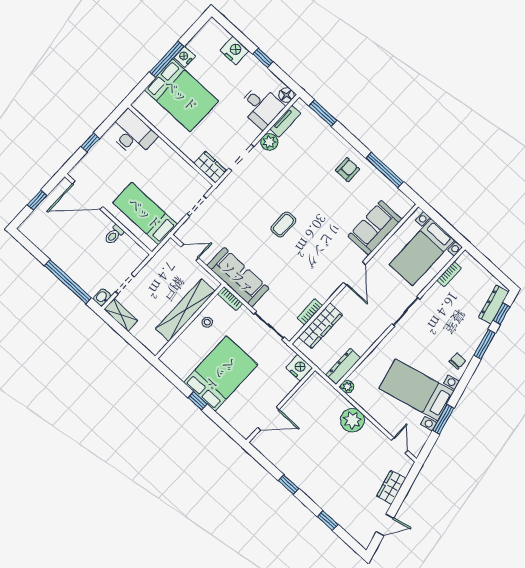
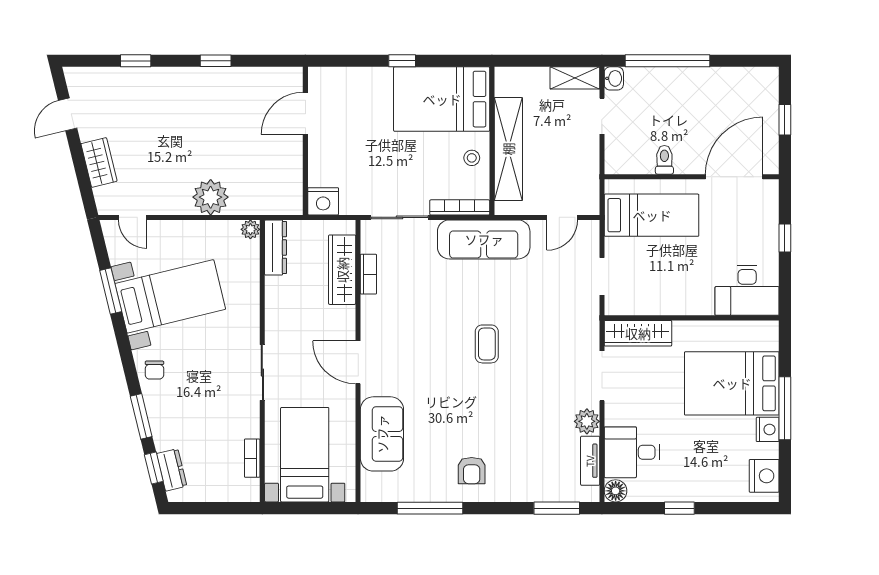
nightstand: (234, 51) -> (764, 476), moved, turned -90
wardrobe: (210, 167) -> (638, 333), width x1.50
bookcase: (230, 299) -> (460, 207), width x1.56
dresser: (494, 305) -> (172, 470), width x0.70
bed: (221, 374) -> (442, 99), moved, turned 90

